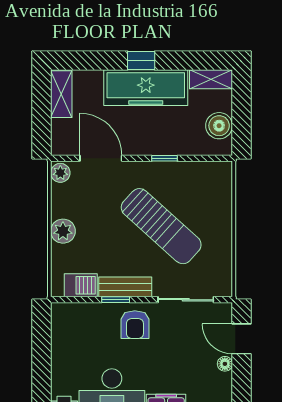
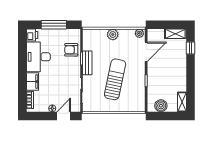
window: (141, 61) -> (191, 48), moved
freezer: (146, 88) -> (178, 72), removed
sun lounger: (161, 226) -> (115, 79), turned 150
barbecue: (81, 285) -> (88, 43), removed
armchair: (135, 325) -> (71, 50), moved
window: (42, 360) -> (54, 25), added

